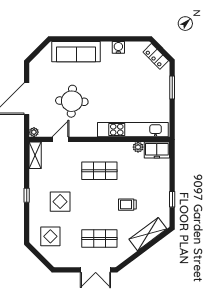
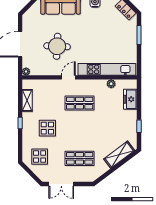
door: (61, 139) -> (68, 77), moved
freezer: (157, 150) -> (130, 99), moved, turned 90
shelving: (35, 155) -> (27, 100), moved
trolley: (127, 205) -> (102, 131), removed
double door: (96, 270) -> (61, 184), moved

